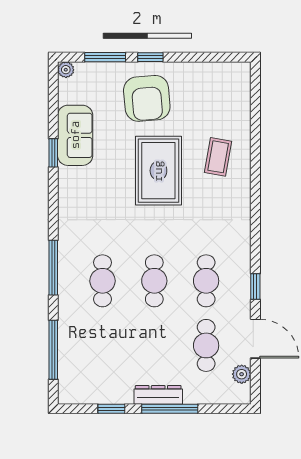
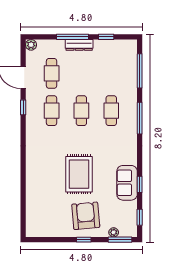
window: (105, 57) -> (120, 240), moved
plant: (66, 70) -> (114, 232), moved
window: (53, 96) -> (140, 217), added
sofa: (75, 135) -> (127, 183), moved
coffee table: (218, 157) -> (45, 182), removed
plant: (242, 374) -> (31, 45), moved

